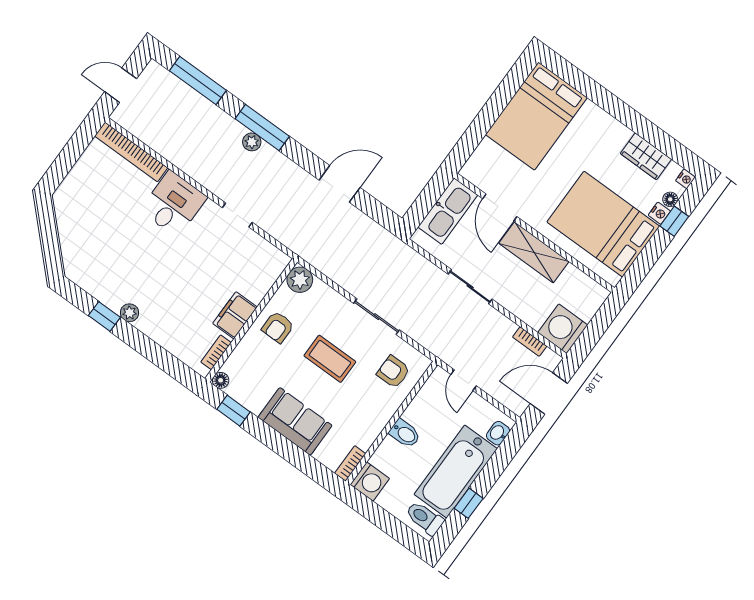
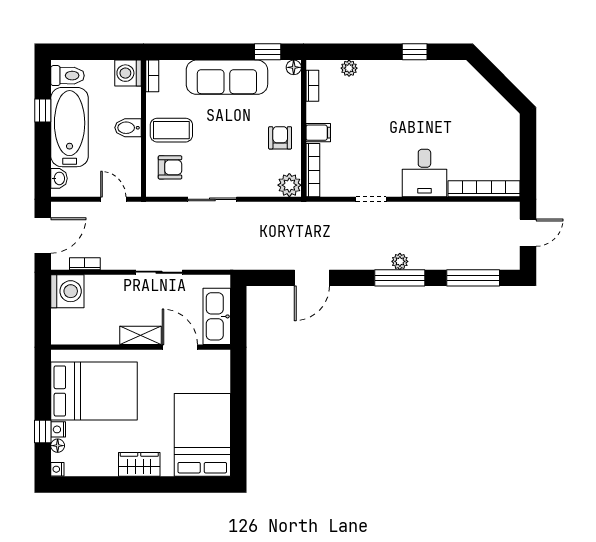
wardrobe: (646, 156) -> (139, 464), moved
shelving: (534, 252) -> (140, 335), width x0.67, depth x0.75
bookcase: (270, 278) -> (313, 170), added
plant: (129, 313) -> (349, 68), moved
filing cabinet: (235, 315) -> (318, 133), width x0.50
coffee table: (330, 359) -> (171, 130), moved
sofa: (295, 421) -> (227, 77), width x1.36

